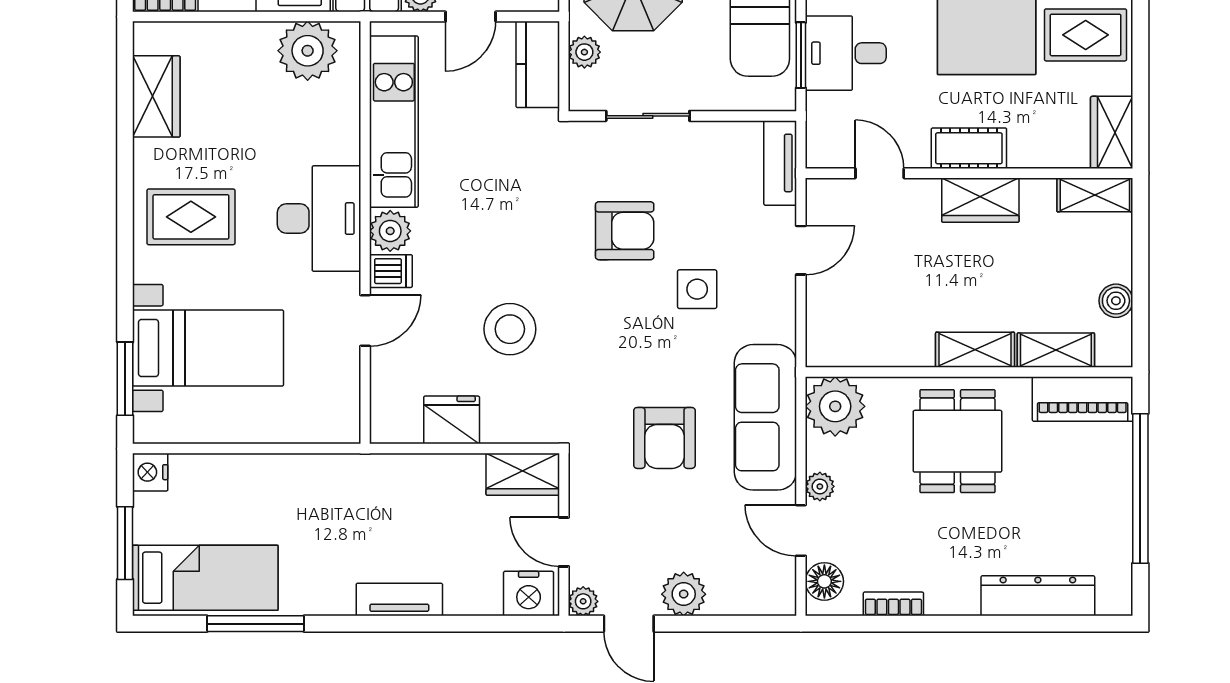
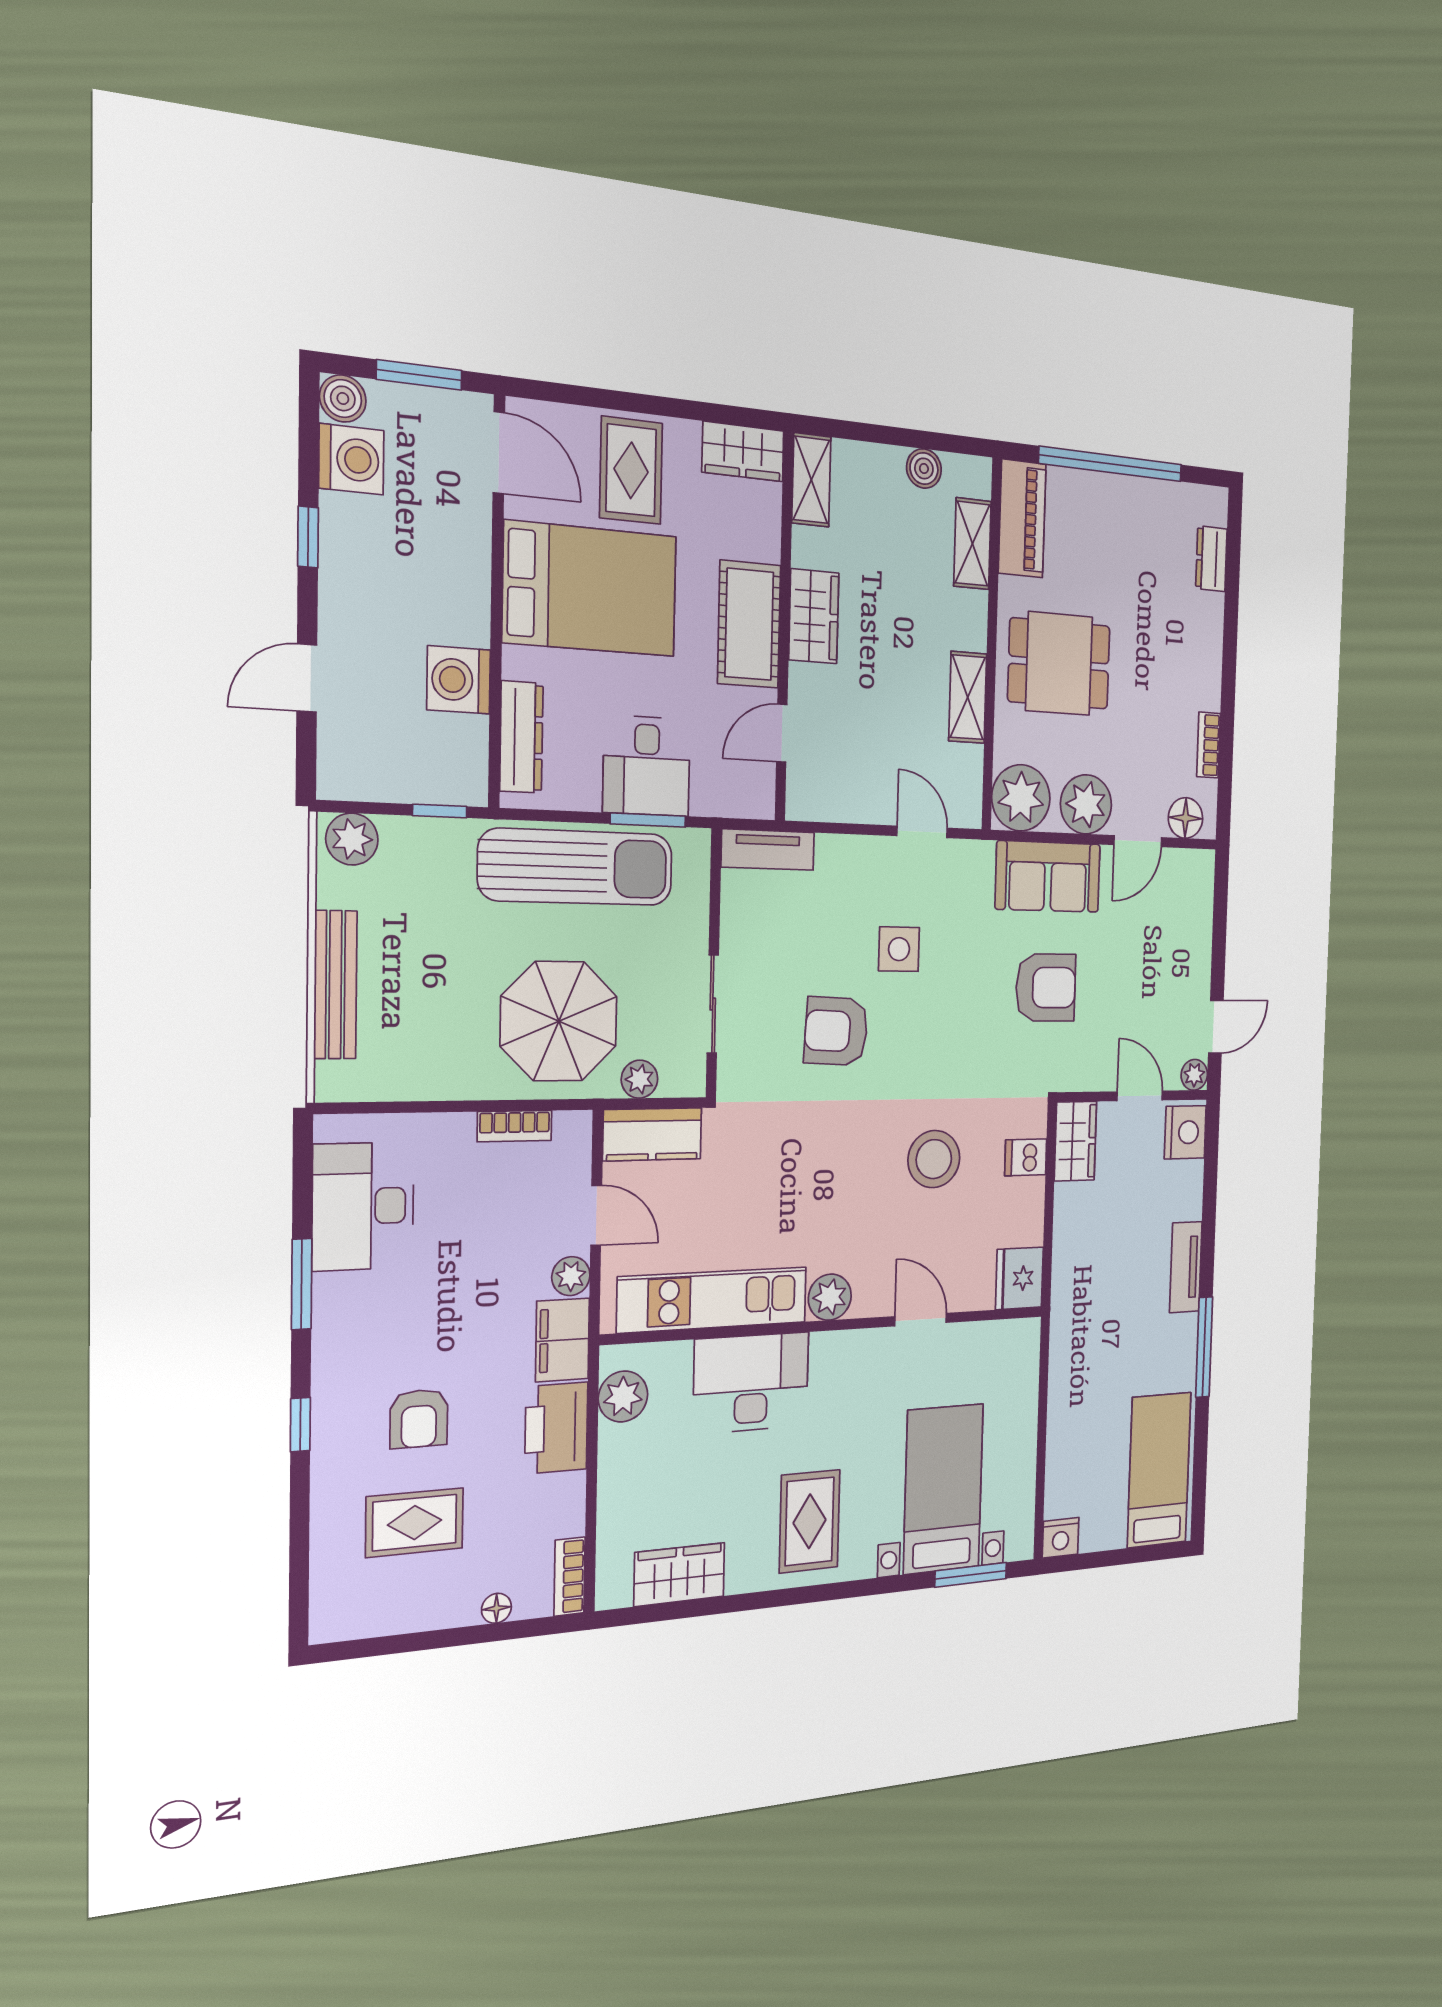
plant: (308, 51) -> (623, 1396), width x0.73, depth x0.73
cot: (969, 148) -> (749, 624), width x1.37, depth x1.34
desk: (319, 219) -> (751, 1383), moved
armchair: (625, 231) -> (836, 1031), turned -87
door: (801, 250) -> (922, 832), moved
dishwasher: (391, 271) -> (1026, 1157), moved, turned -90
shelving: (975, 350) -> (968, 697), moved
sofa: (765, 417) -> (1048, 877), width x0.73
fridge: (452, 420) -> (1019, 1278), moved
plant: (820, 486) -> (1086, 804), width x1.88, depth x1.88
door: (564, 542) -> (1140, 1096), swing flipped
window: (125, 543) -> (1125, 1556), removed
plant: (684, 594) -> (1192, 969), removed
dresser: (1038, 596) -> (1211, 559), width x0.51, depth x0.80
window: (255, 624) -> (1204, 1347), moved

